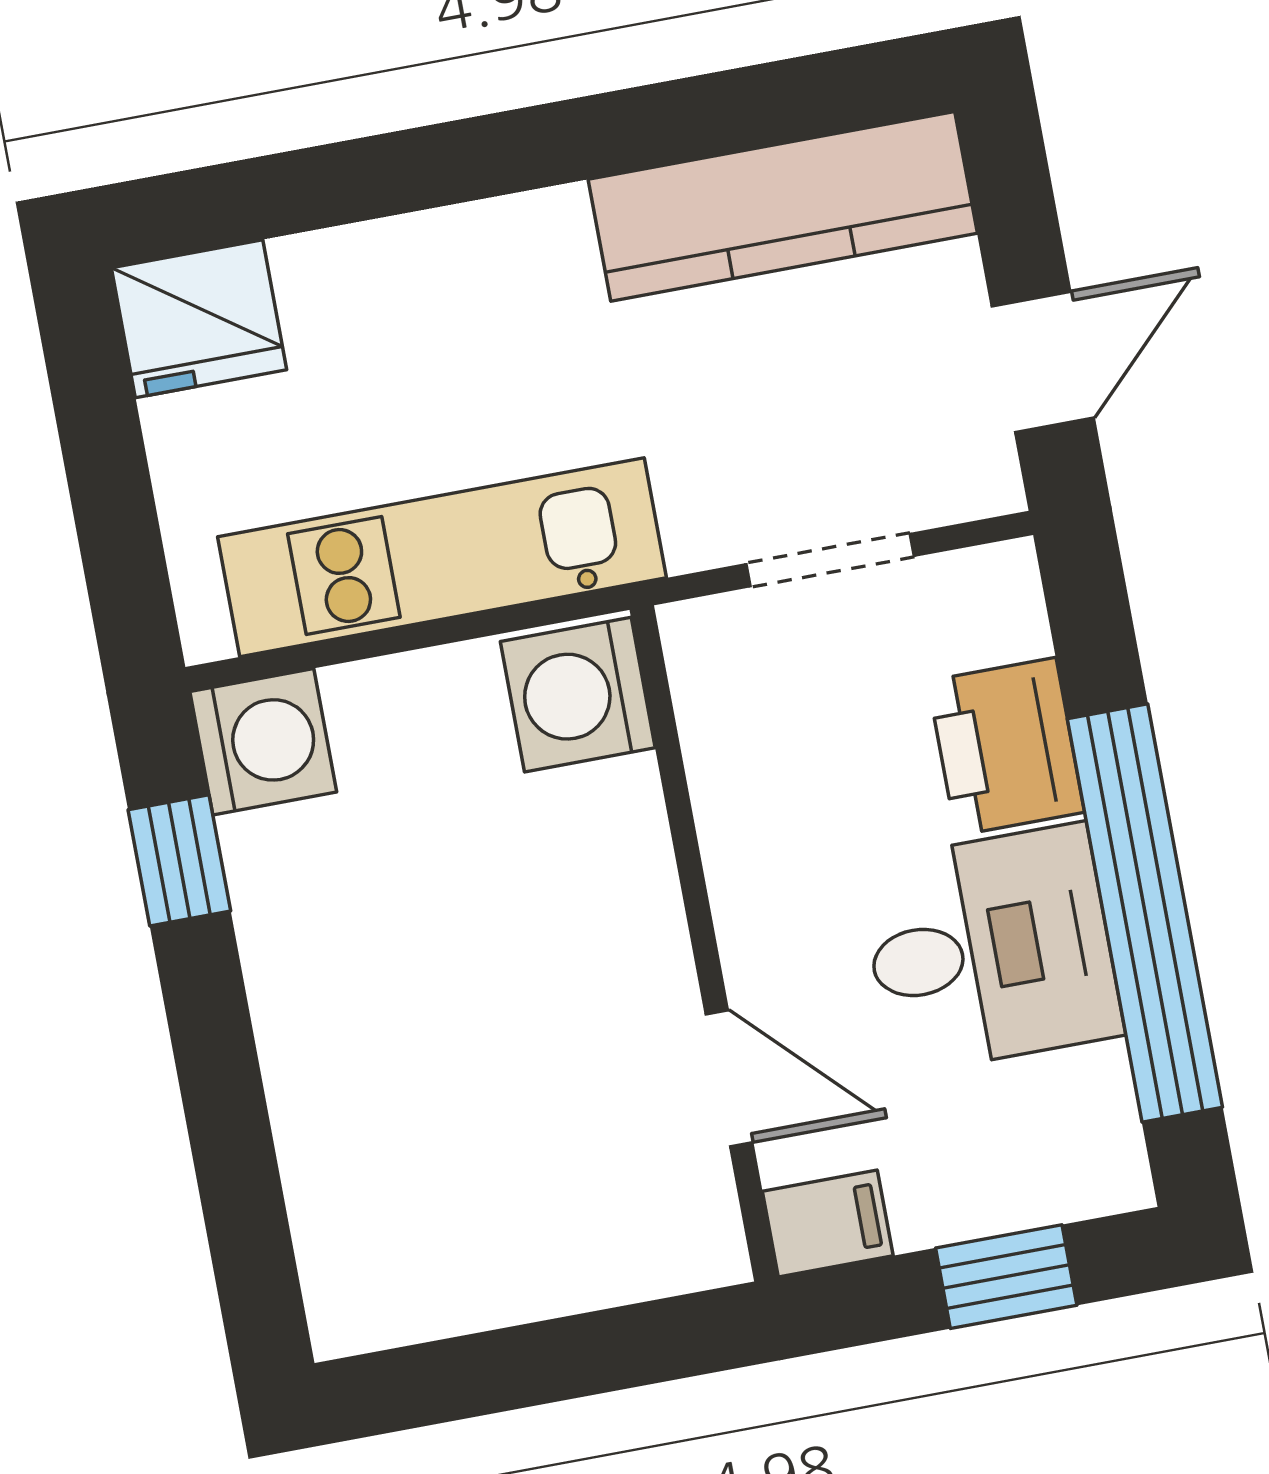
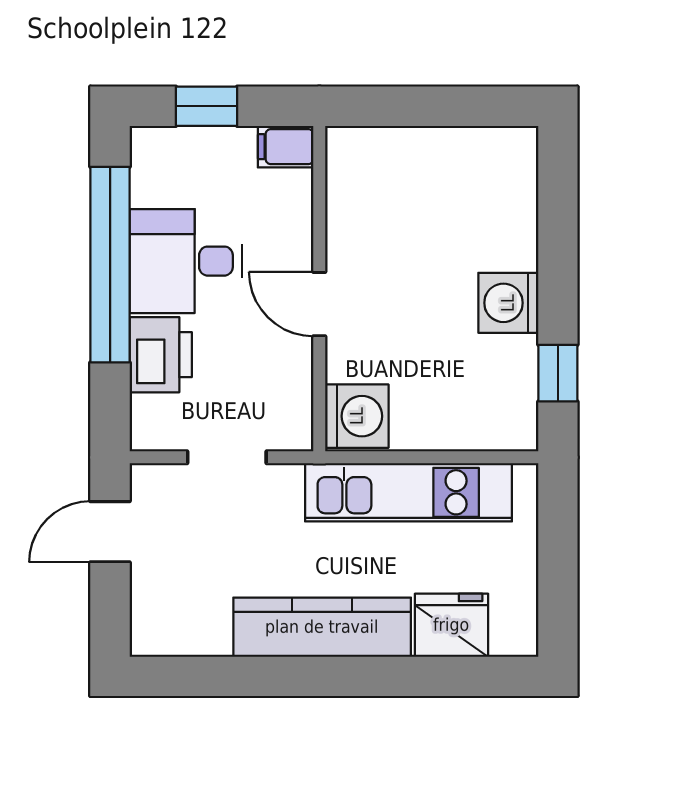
kitchen counter: (783, 206) -> (322, 627), moved
fridge: (199, 319) -> (451, 625), moved
washing machine: (263, 742) -> (508, 303), moved
door: (729, 1078) -> (319, 304), moved

